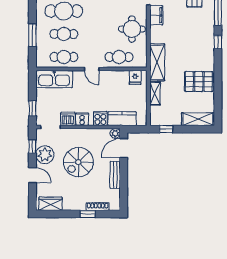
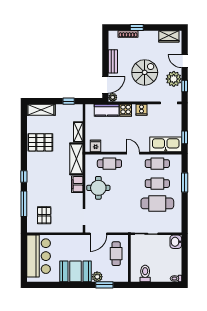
filing cabinet: (156, 15) -> (77, 184), moved
window: (32, 108) -> (185, 137), moved
dishwasher: (68, 119) -> (154, 110), removed

